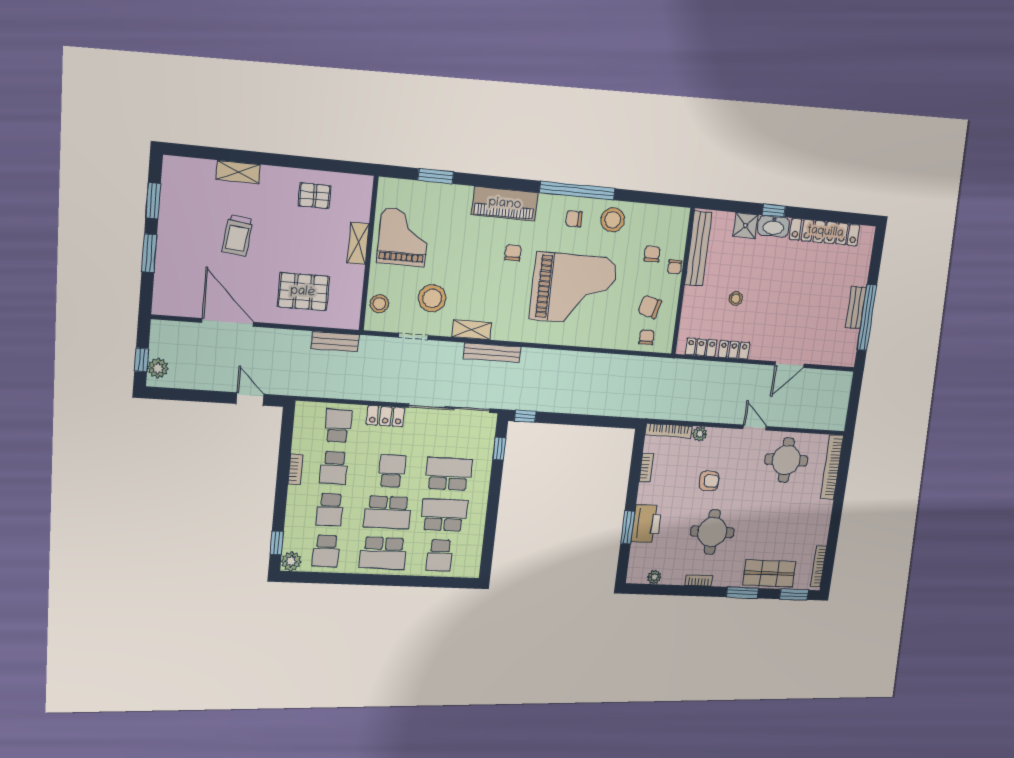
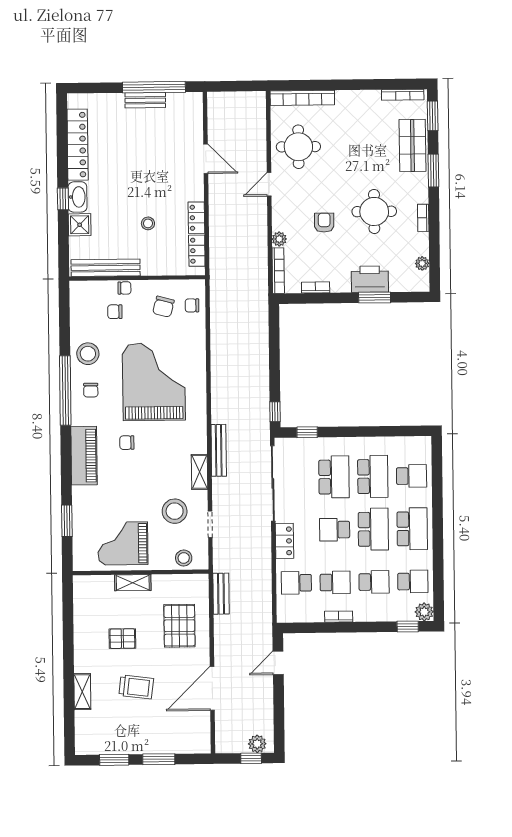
pallet: (315, 196) -> (122, 639), moved, turned 90
school desk: (448, 474) -> (334, 477), turned 180
school desk: (444, 515) -> (373, 476), turned 180

